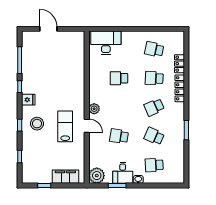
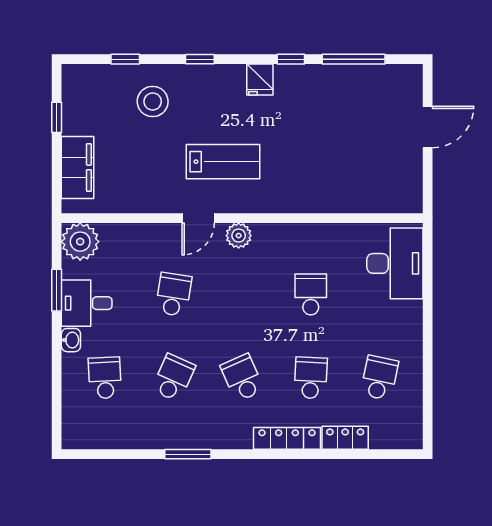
stool: (37, 124) -> (153, 101), moved
lab bench: (65, 126) -> (223, 162), moved

